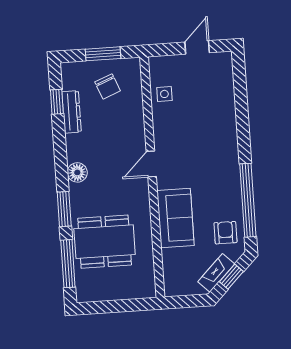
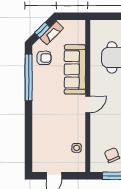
sofa: (175, 218) -> (75, 69), width x1.36
armchair: (225, 233) -> (44, 58), turned -90

